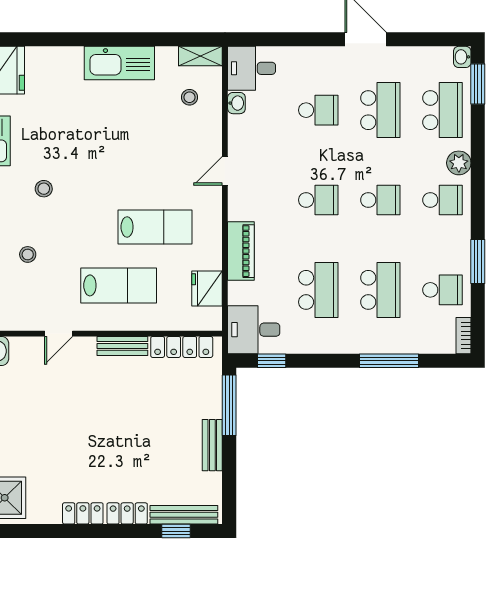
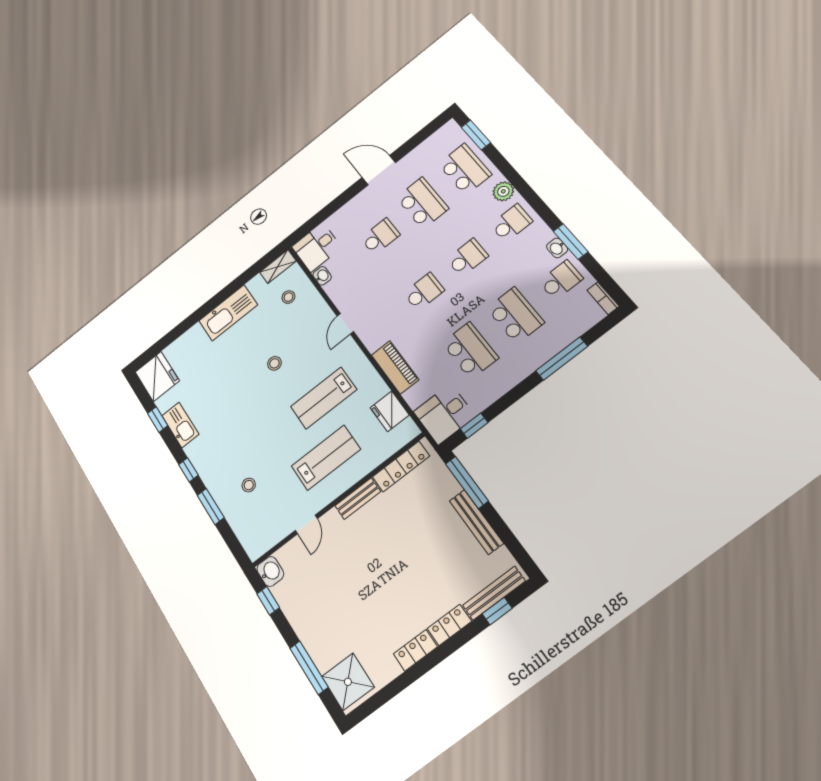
washbasin: (462, 57) -> (557, 248), moved
stool: (44, 189) -> (274, 363), moved
lab bench: (155, 227) -> (324, 398), turned 180
bench: (212, 445) -> (476, 522), width x1.36

